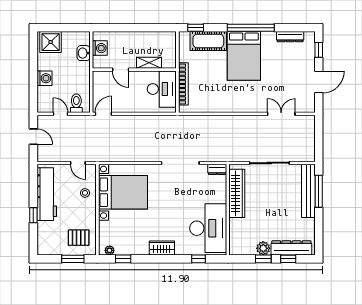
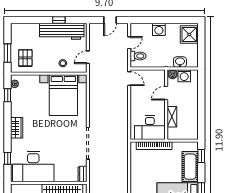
boiler: (98, 62) -> (173, 74), added
window: (33, 215) -> (59, 20), moved

